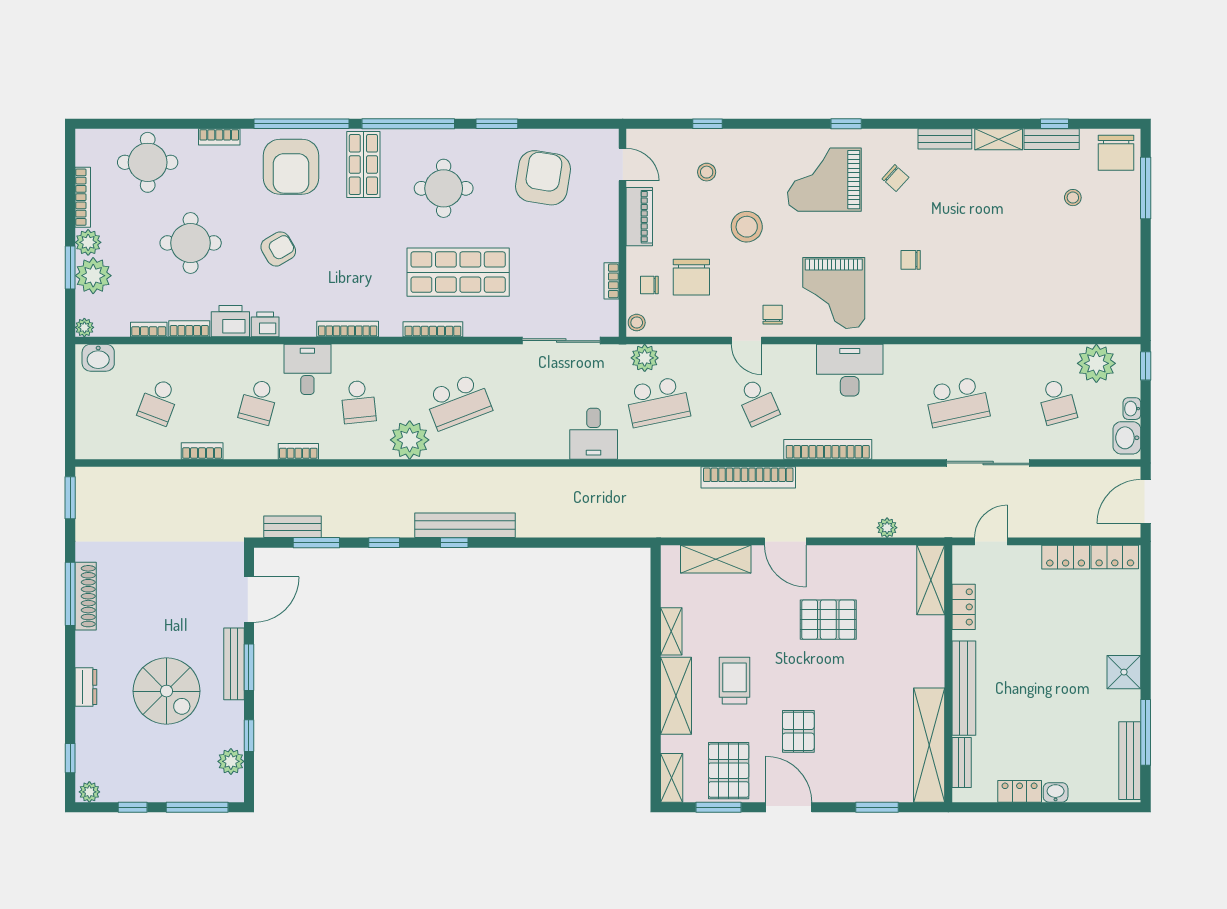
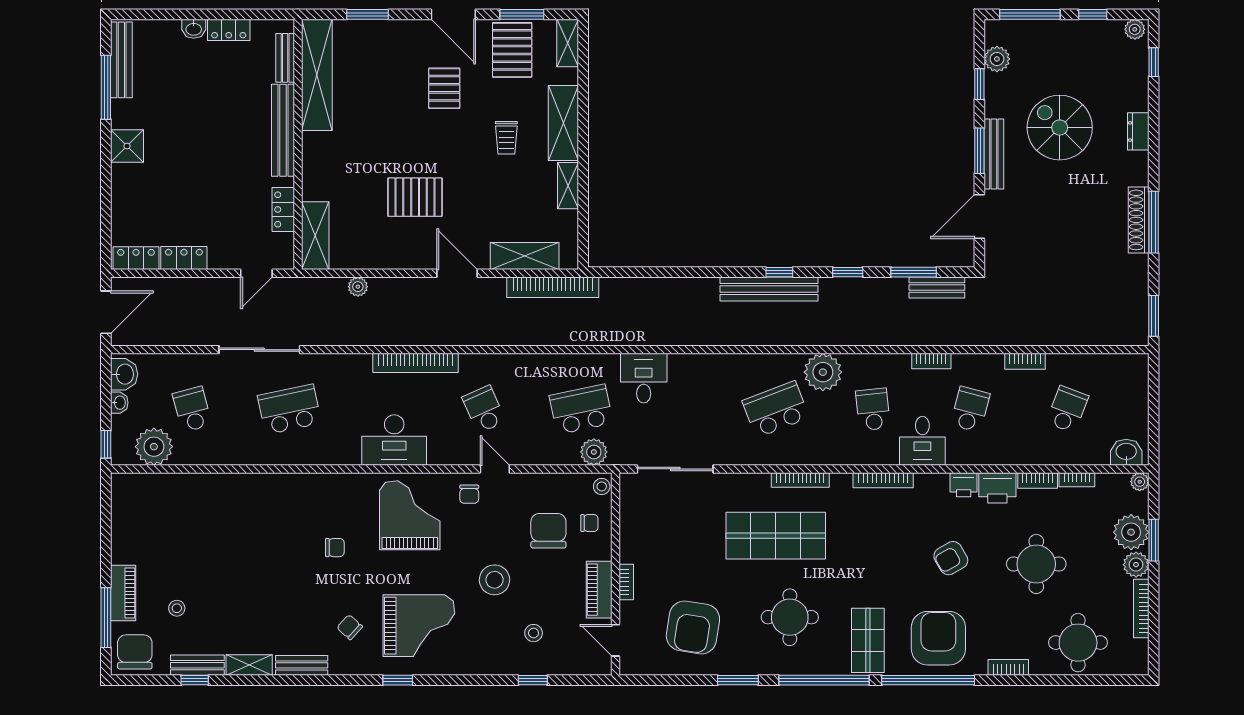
piano: (1128, 213) -> (123, 593), added
bookcase: (612, 281) -> (626, 582), moved
bookcase: (748, 477) -> (553, 287), moved, turned 180
trolley: (734, 681) -> (506, 138), width x0.73, depth x0.72

